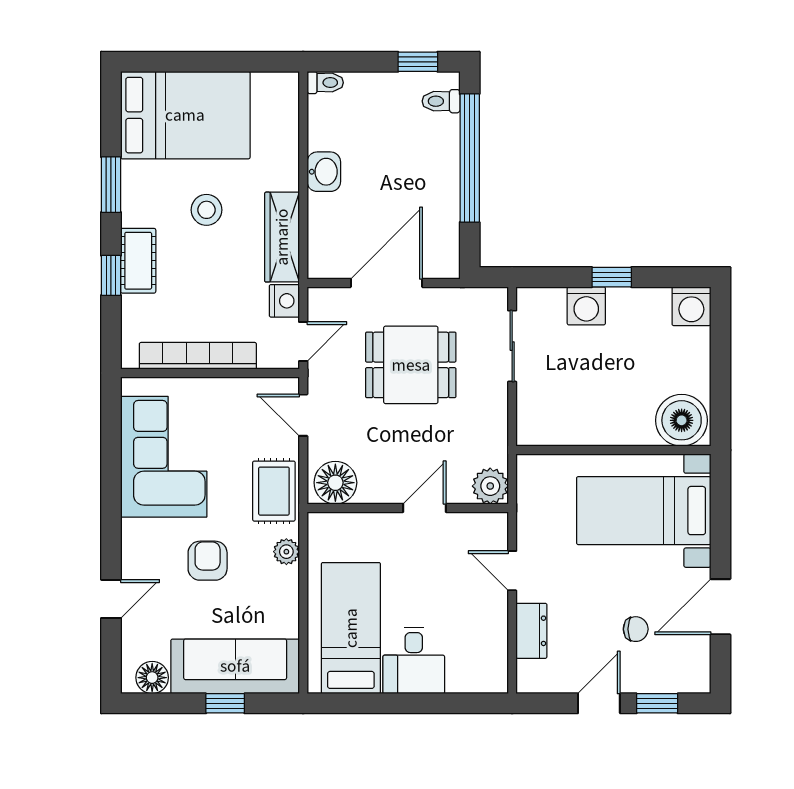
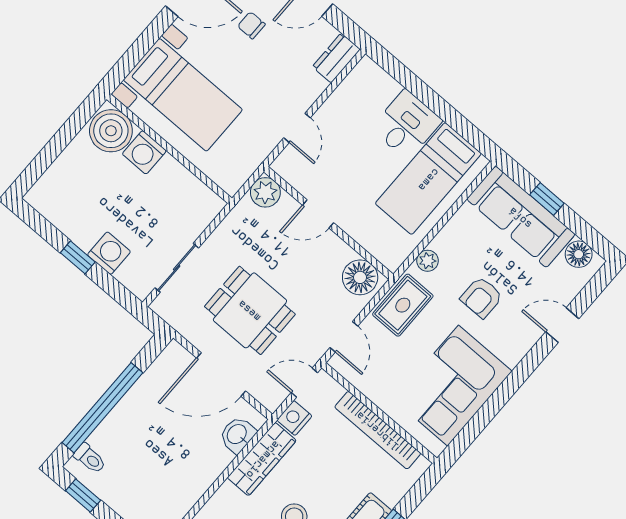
washbasin: (324, 172) -> (237, 435), moved
washing machine: (691, 306) -> (144, 152), moved, turned 180
dresser: (531, 631) -> (336, 58), moved

